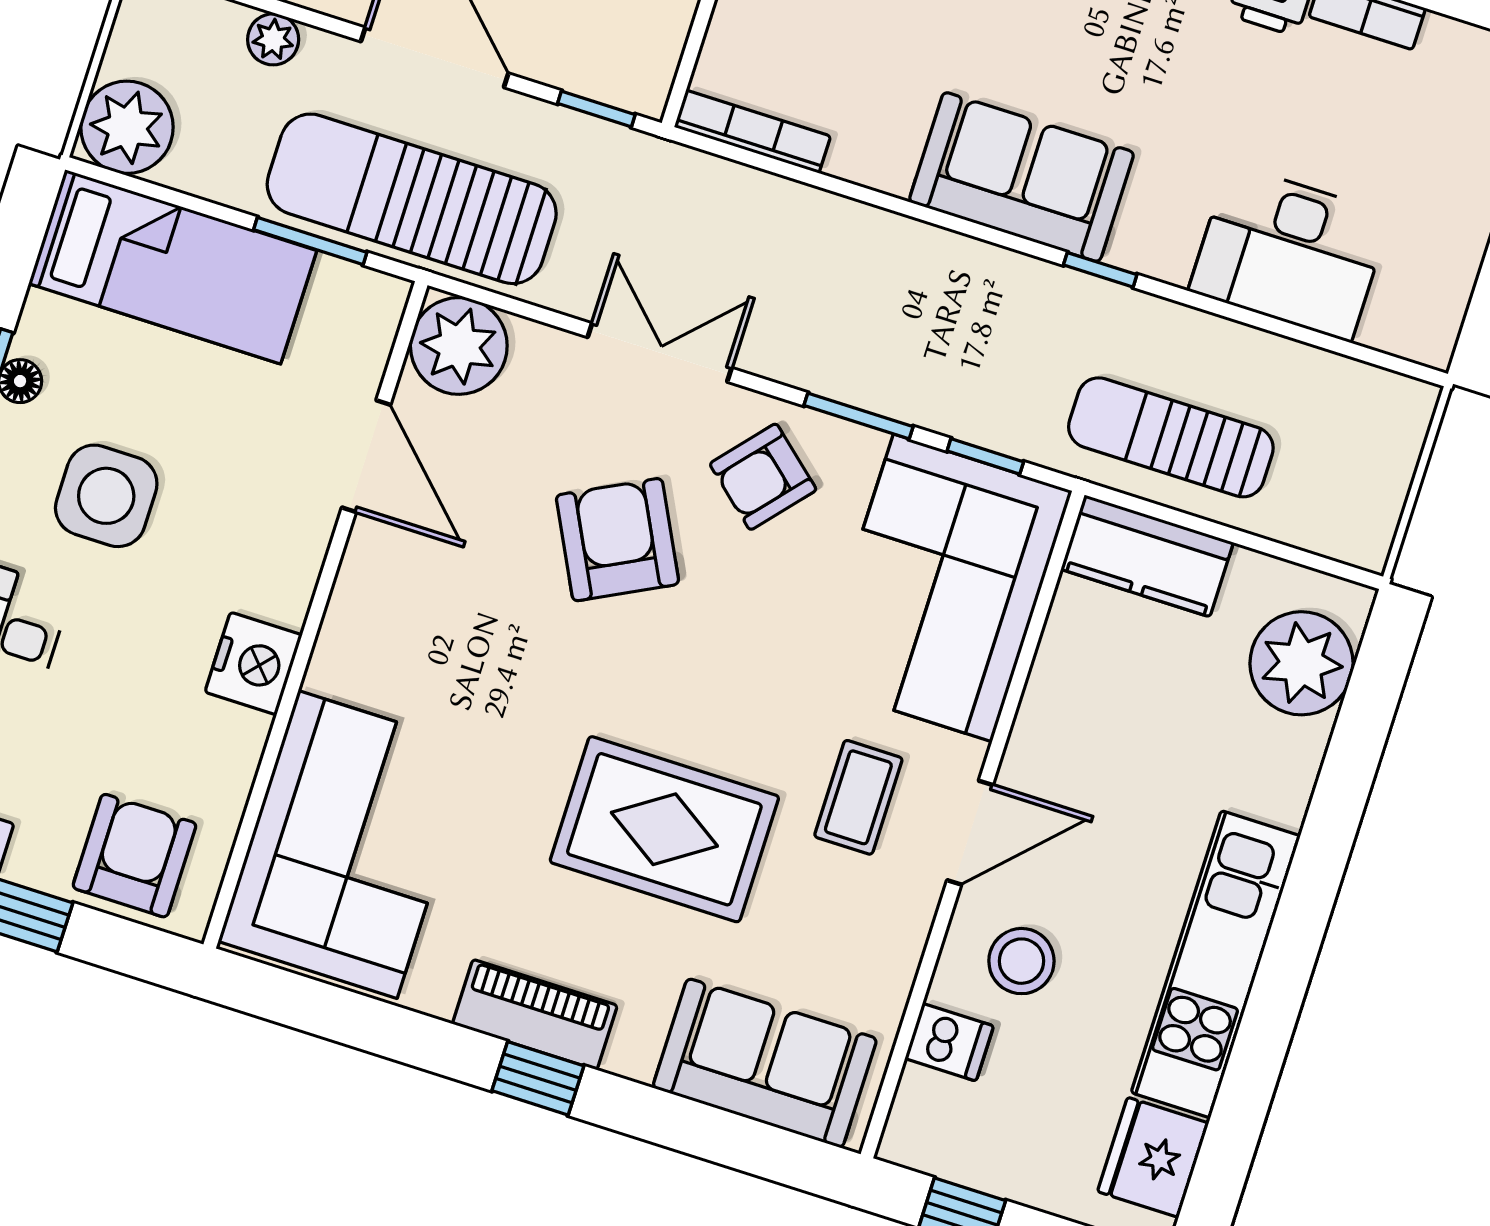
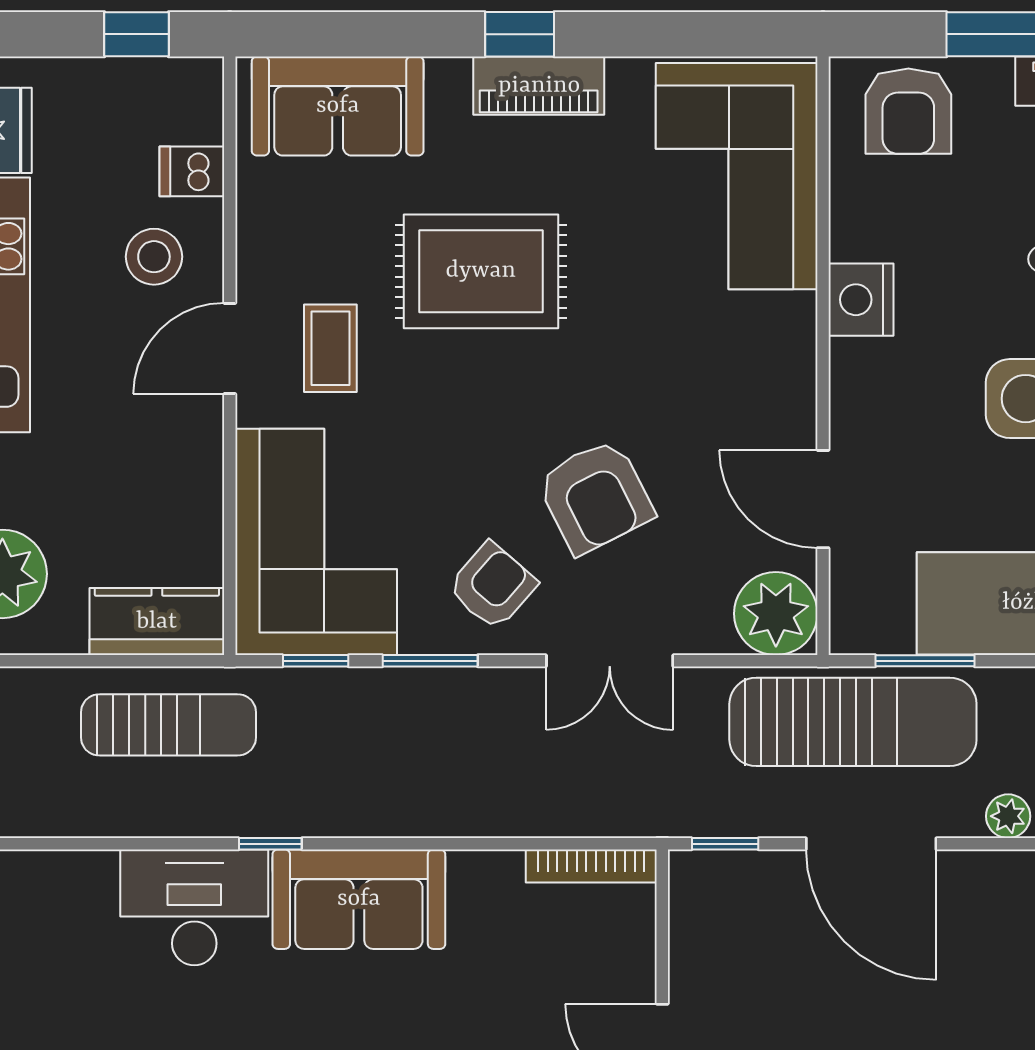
desk: (1290, 253) -> (194, 907), moved

